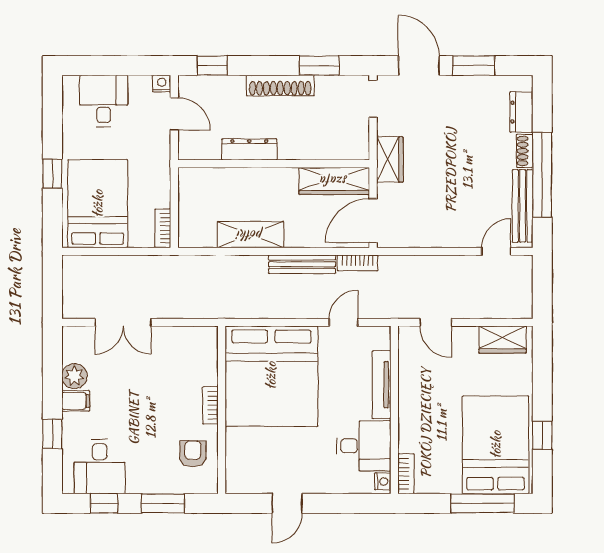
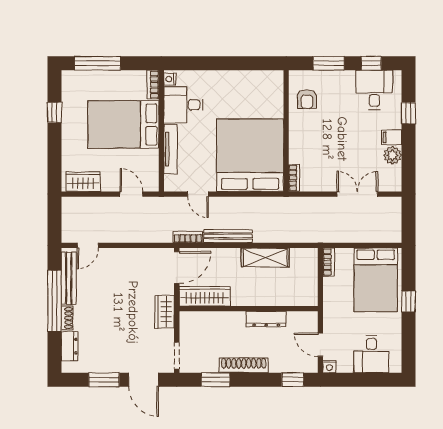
door: (344, 322) -> (198, 194), hinge flipped
bookcase: (210, 405) -> (294, 178), moved
bed: (496, 445) -> (123, 125), moved, turned 90
door: (287, 503) -> (239, 63), removed

